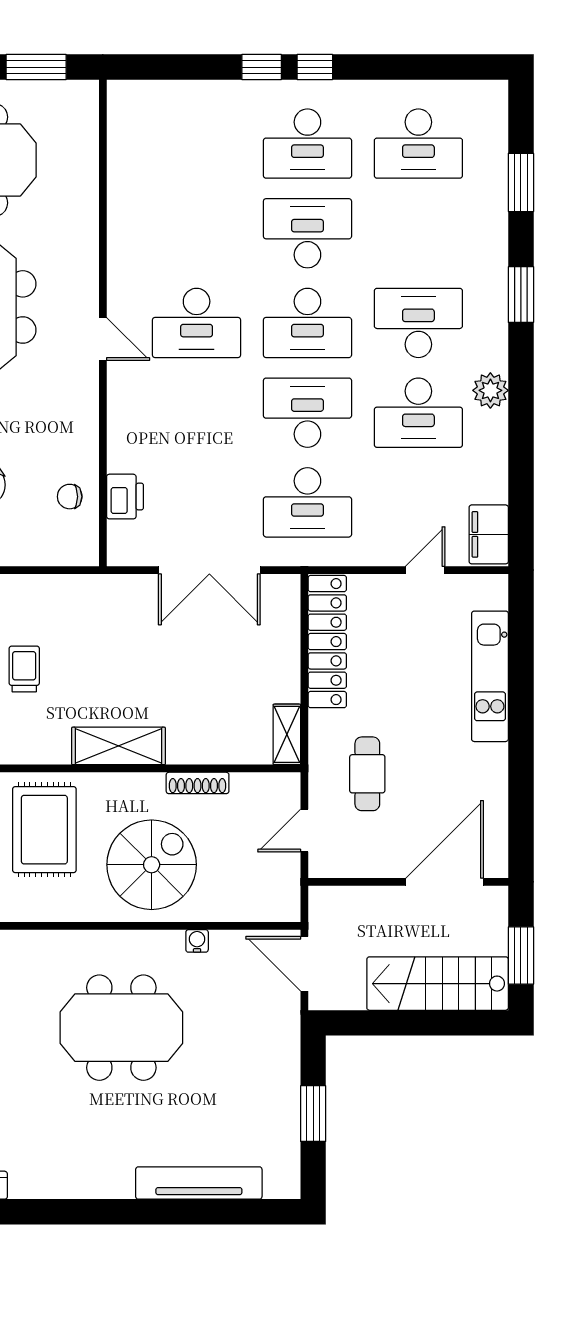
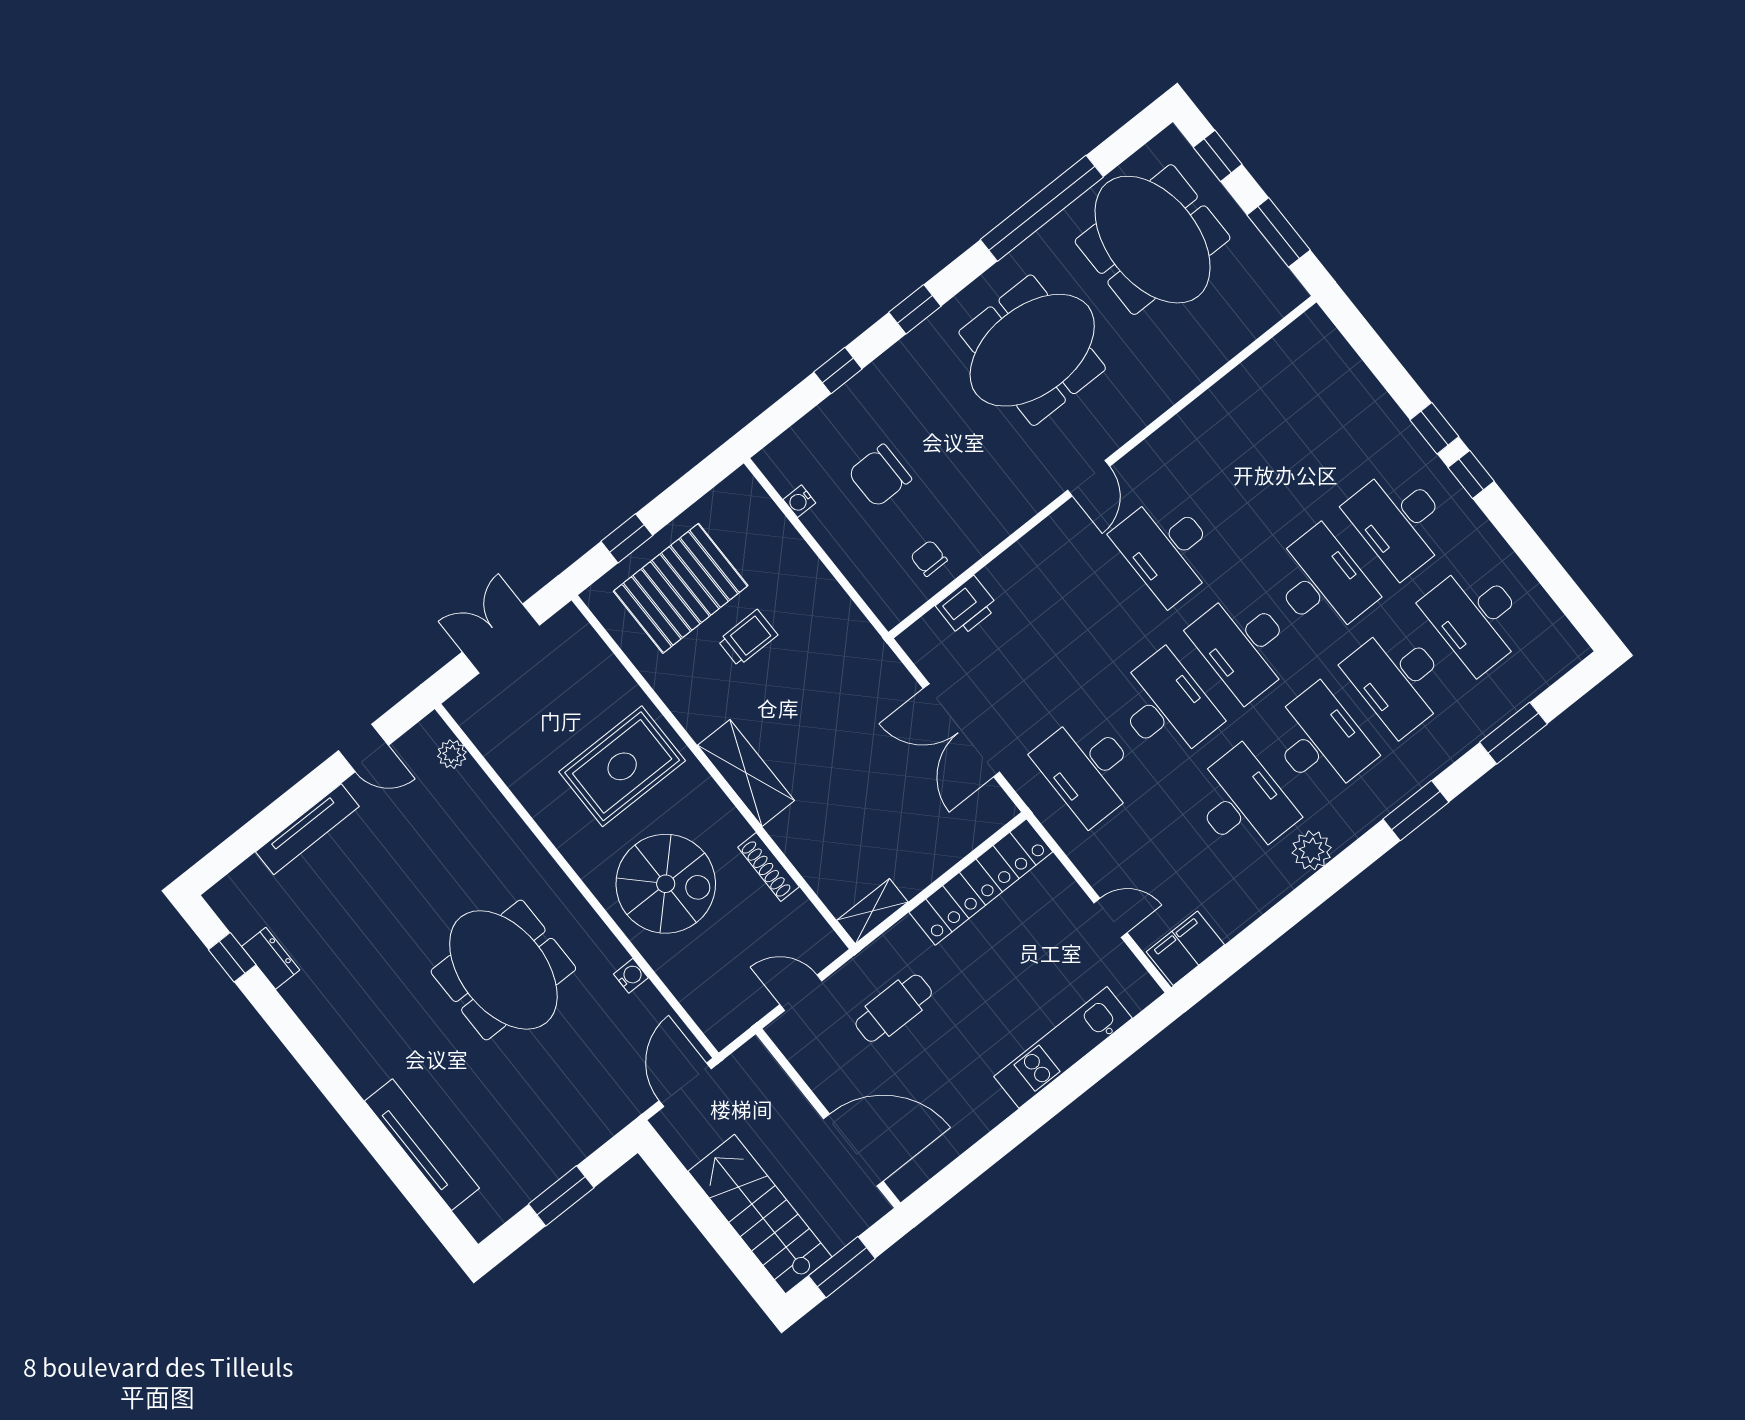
desk: (418, 233) -> (1398, 679), added
desk: (418, 413) -> (1243, 803), turned 180

